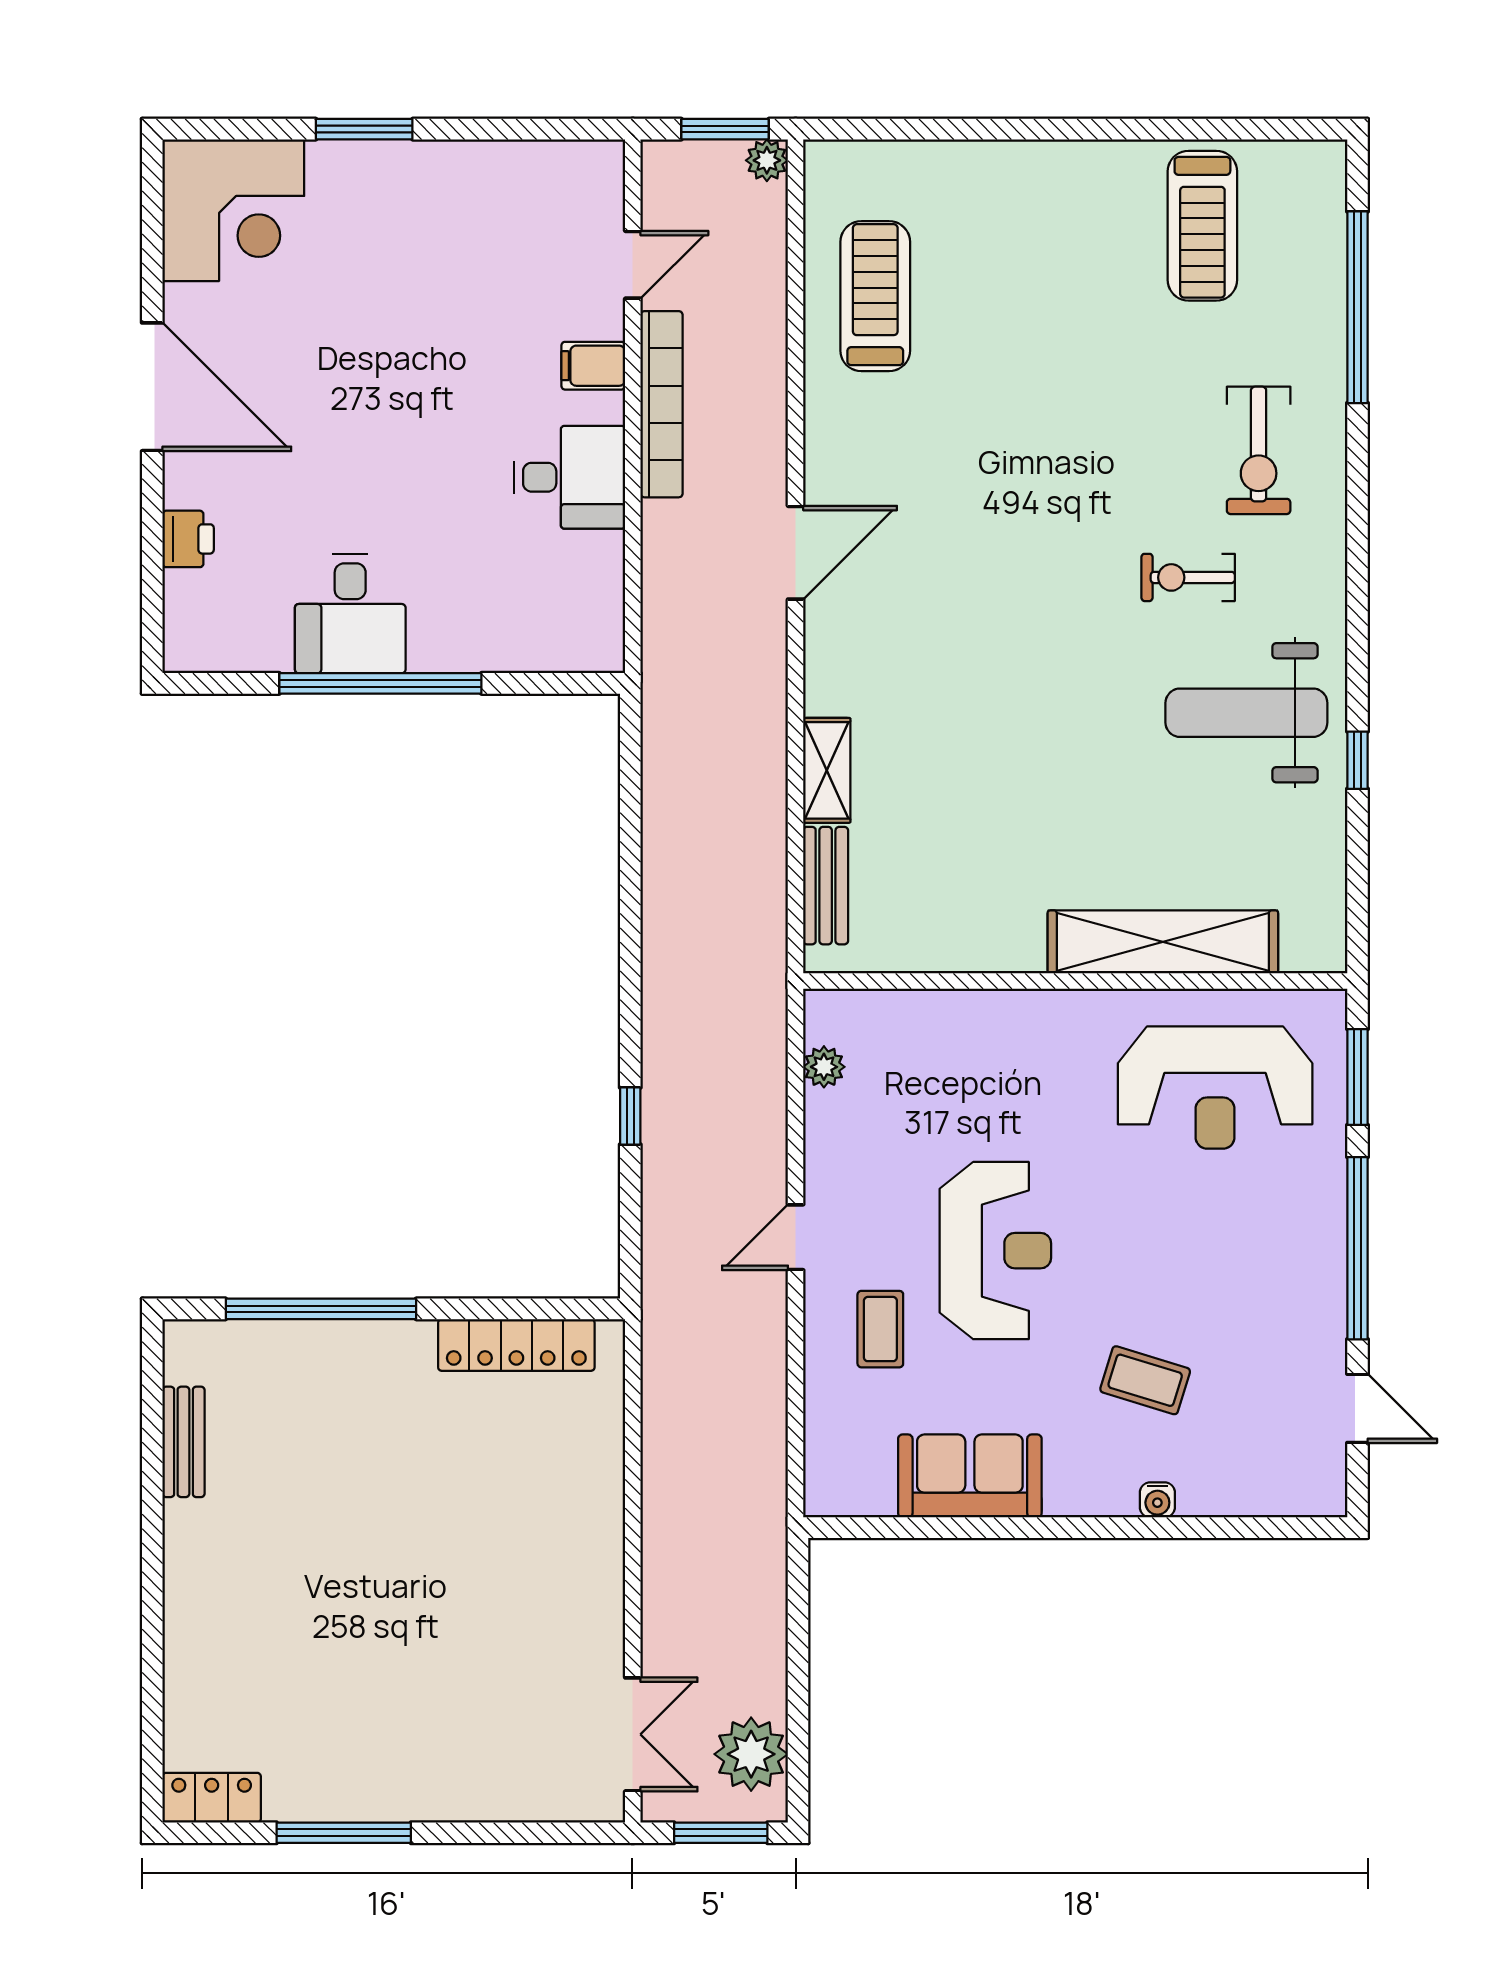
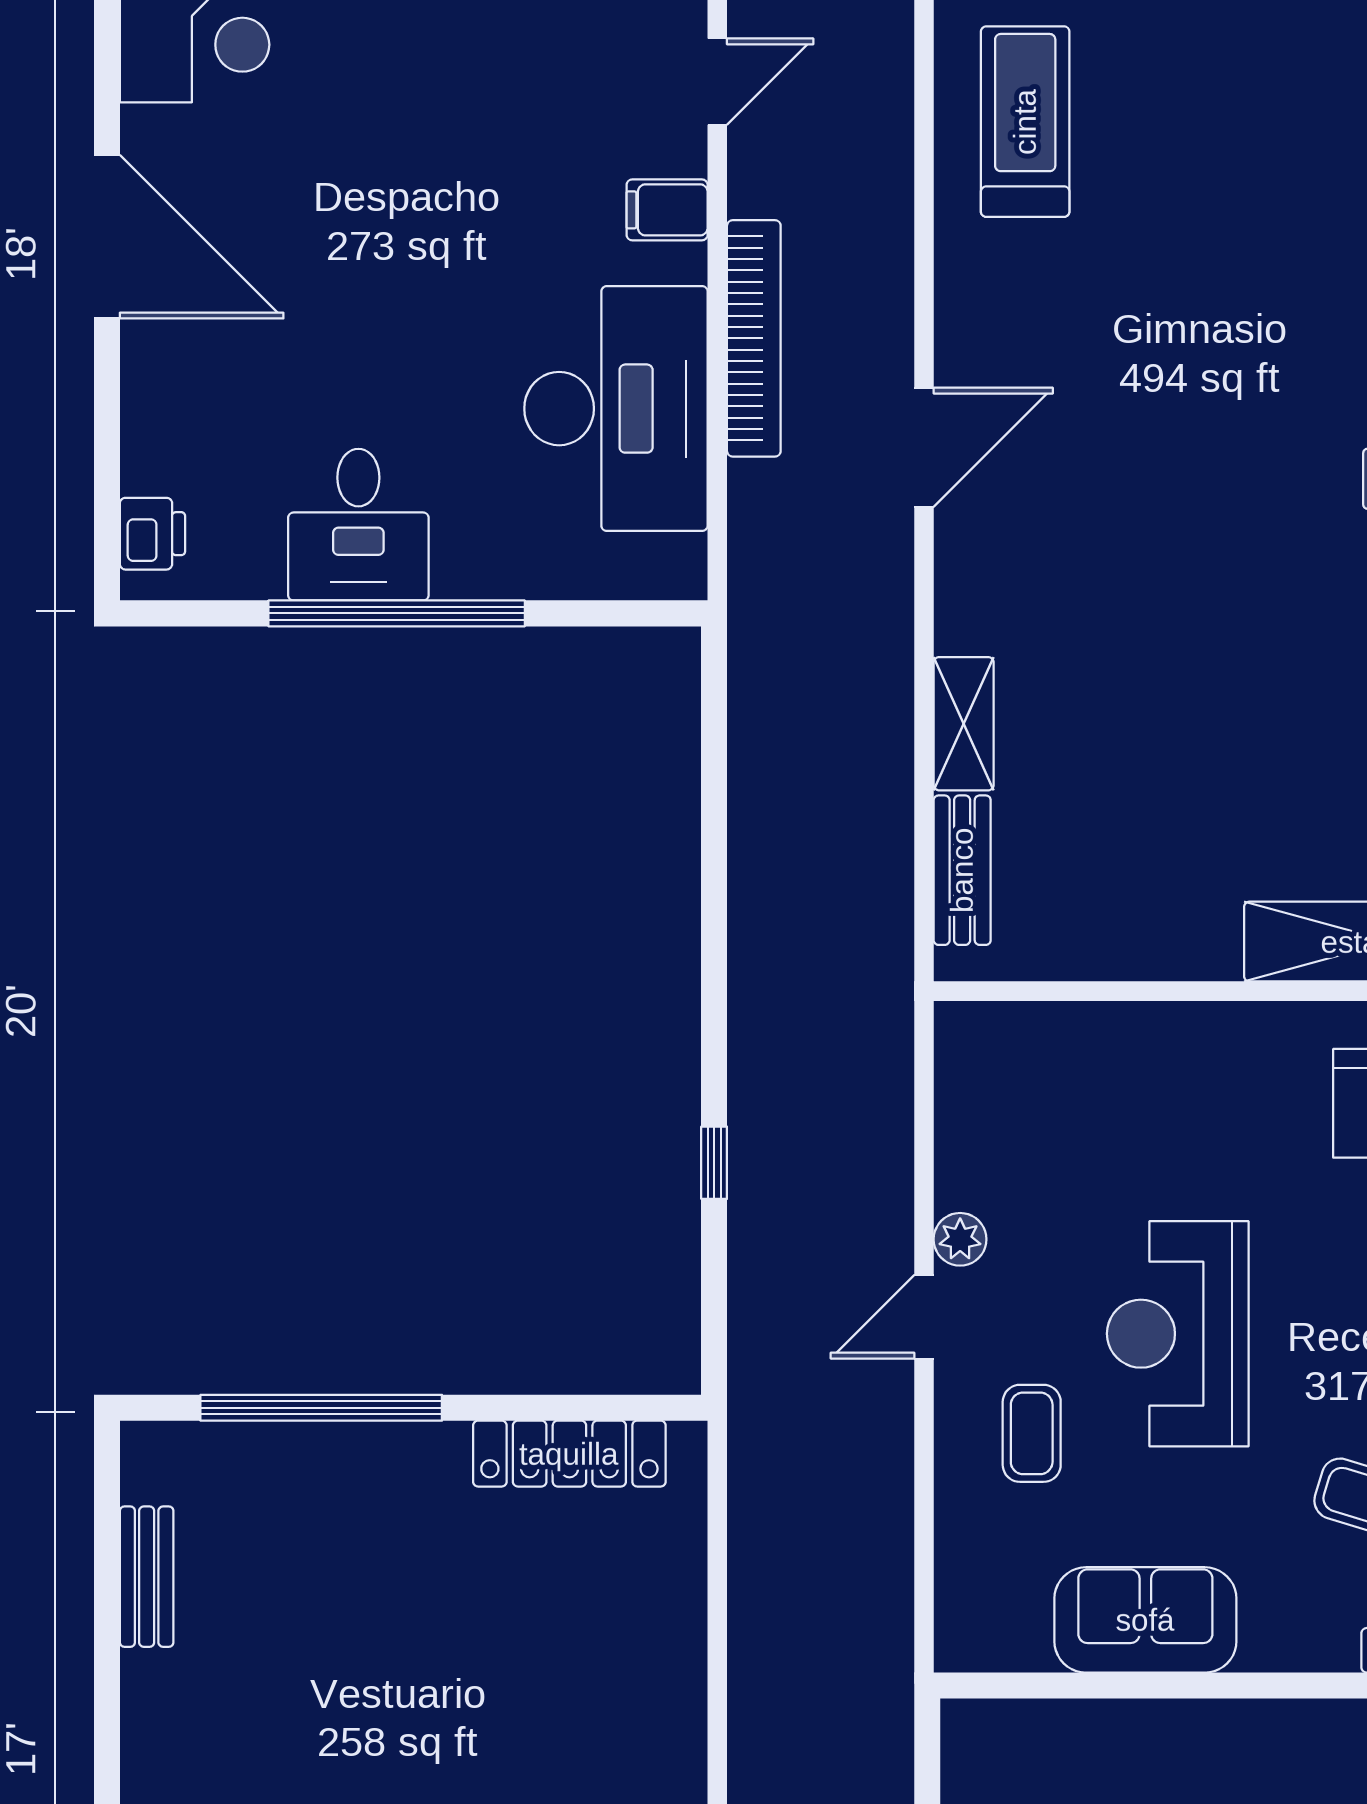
bookcase: (662, 404) -> (754, 338), moved
desk: (570, 477) -> (616, 409), width x1.87, depth x1.30
printer: (188, 539) -> (152, 534), moved
plant: (824, 1067) -> (960, 1239), moved
reception desk: (995, 1251) -> (1178, 1334), turned 180

